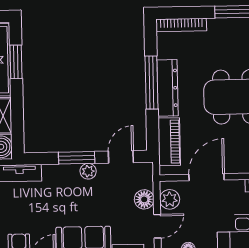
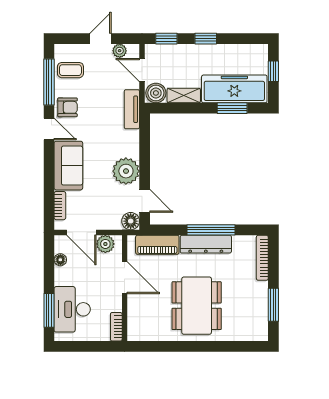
window: (77, 158) -> (145, 161), removed
plant: (88, 171) -> (126, 171), width x1.88, depth x1.88
floor lamp: (144, 199) -> (131, 221), moved
door: (157, 226) -> (81, 232), width x1.38

